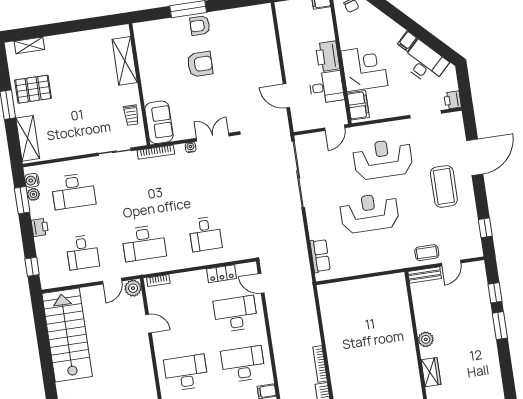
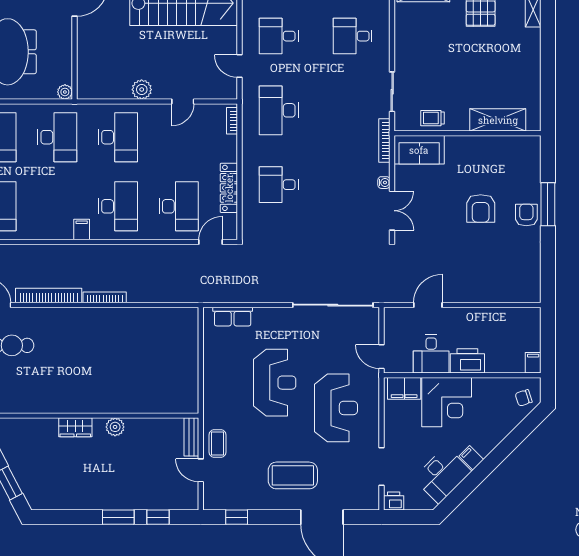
desk: (73, 191) -> (353, 36), width x0.73
locker: (221, 274) -> (229, 188), width x1.53
plant: (133, 288) -> (142, 90), moved

